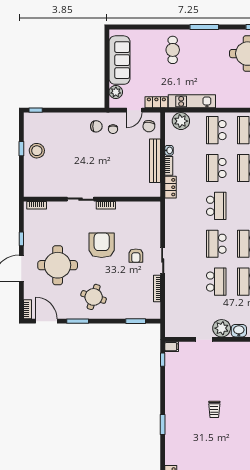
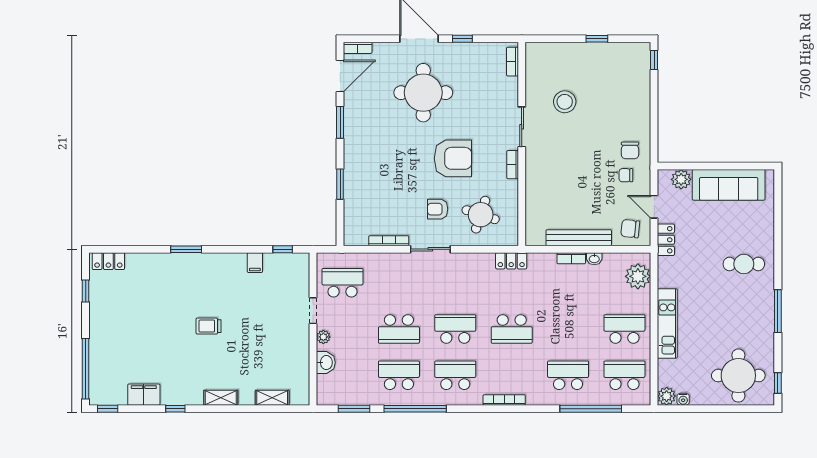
kitchen unit: (192, 101) -> (667, 323), moved
stool: (37, 151) -> (565, 102), moved
school desk: (216, 168) -> (343, 283), moved
locker: (171, 187) -> (511, 261), moved
round table: (94, 297) -> (481, 215), moved
window: (136, 321) -> (340, 184), moved
plant: (222, 328) -> (323, 337), width x0.53, depth x0.53
filing cabinet: (172, 347) -> (255, 263), moved

